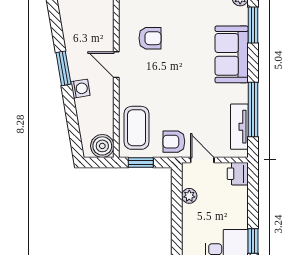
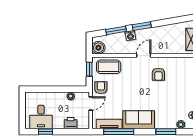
sofa: (232, 54) -> (139, 120), moved
window: (71, 114) -> (116, 30), added
printer: (238, 174) -> (71, 123), moved

